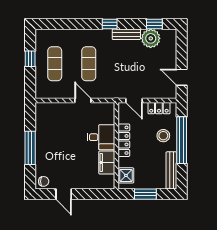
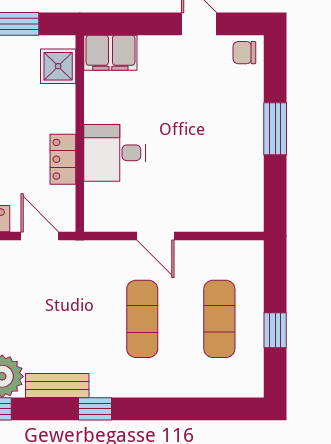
locker: (124, 140) -> (63, 159), width x0.66
window: (30, 148) -> (275, 129), width x0.69
filing cabinet: (107, 162) -> (110, 53), moved, turned 90

